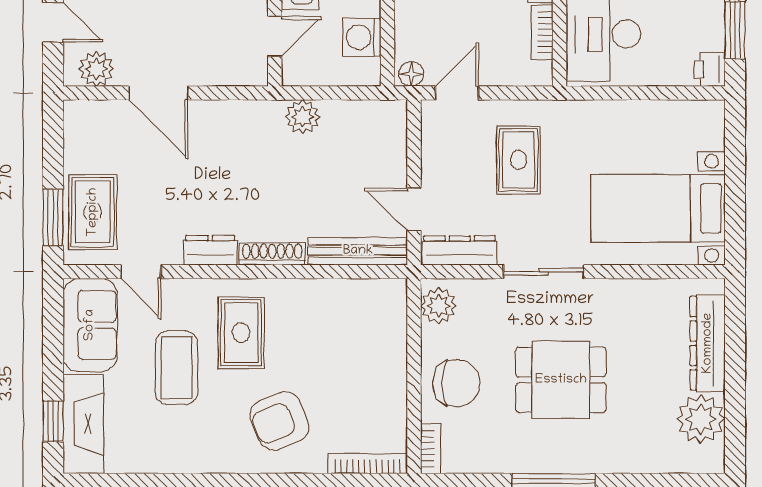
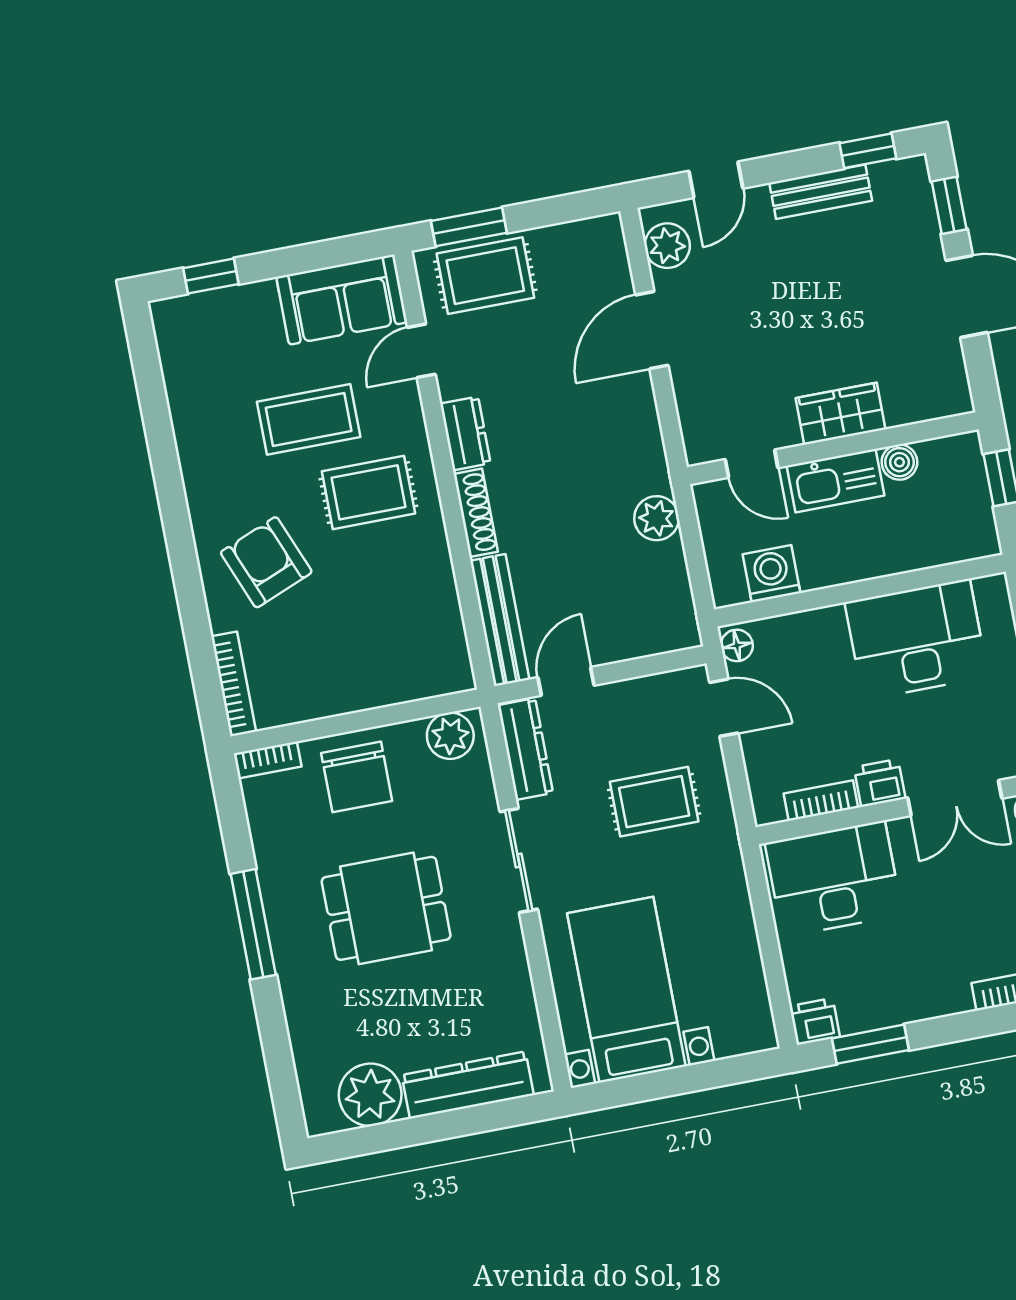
dining table: (561, 380) -> (386, 908), turned 90
fireplace: (83, 424) -> (215, 315), removed

